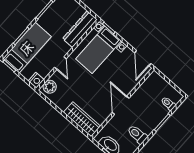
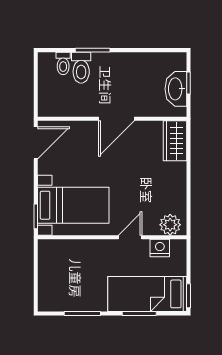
dresser: (80, 29) -> (68, 250), removed
nightstand: (36, 80) -> (160, 248), moved
wardrobe: (82, 119) -> (175, 141), width x0.67
toilet: (137, 134) -> (81, 68), moved

